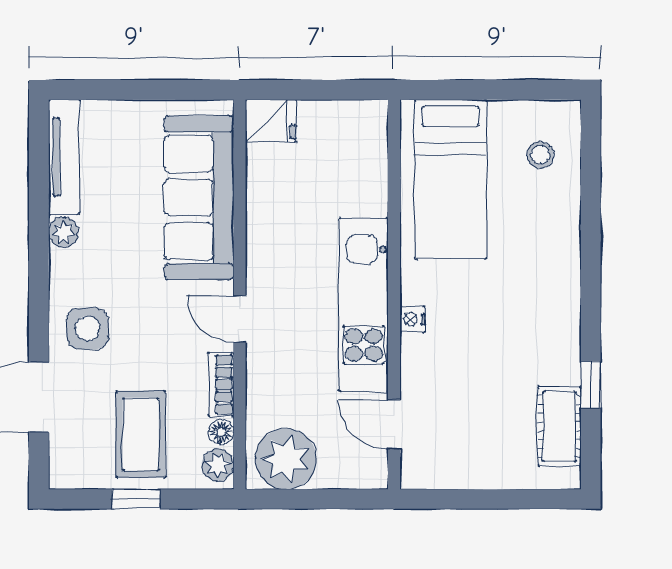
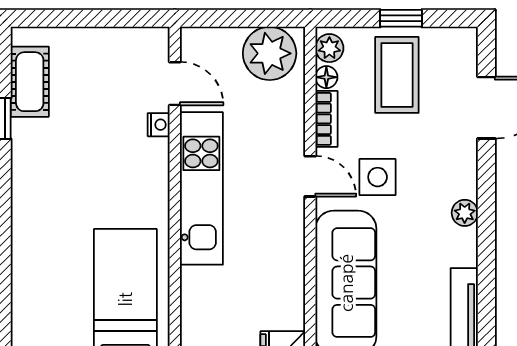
stool: (540, 155) -> (46, 320), removed
plant: (63, 232) -> (465, 213), moved
nightstand: (412, 319) -> (159, 125), moved
side table: (87, 328) -> (378, 177), moved

